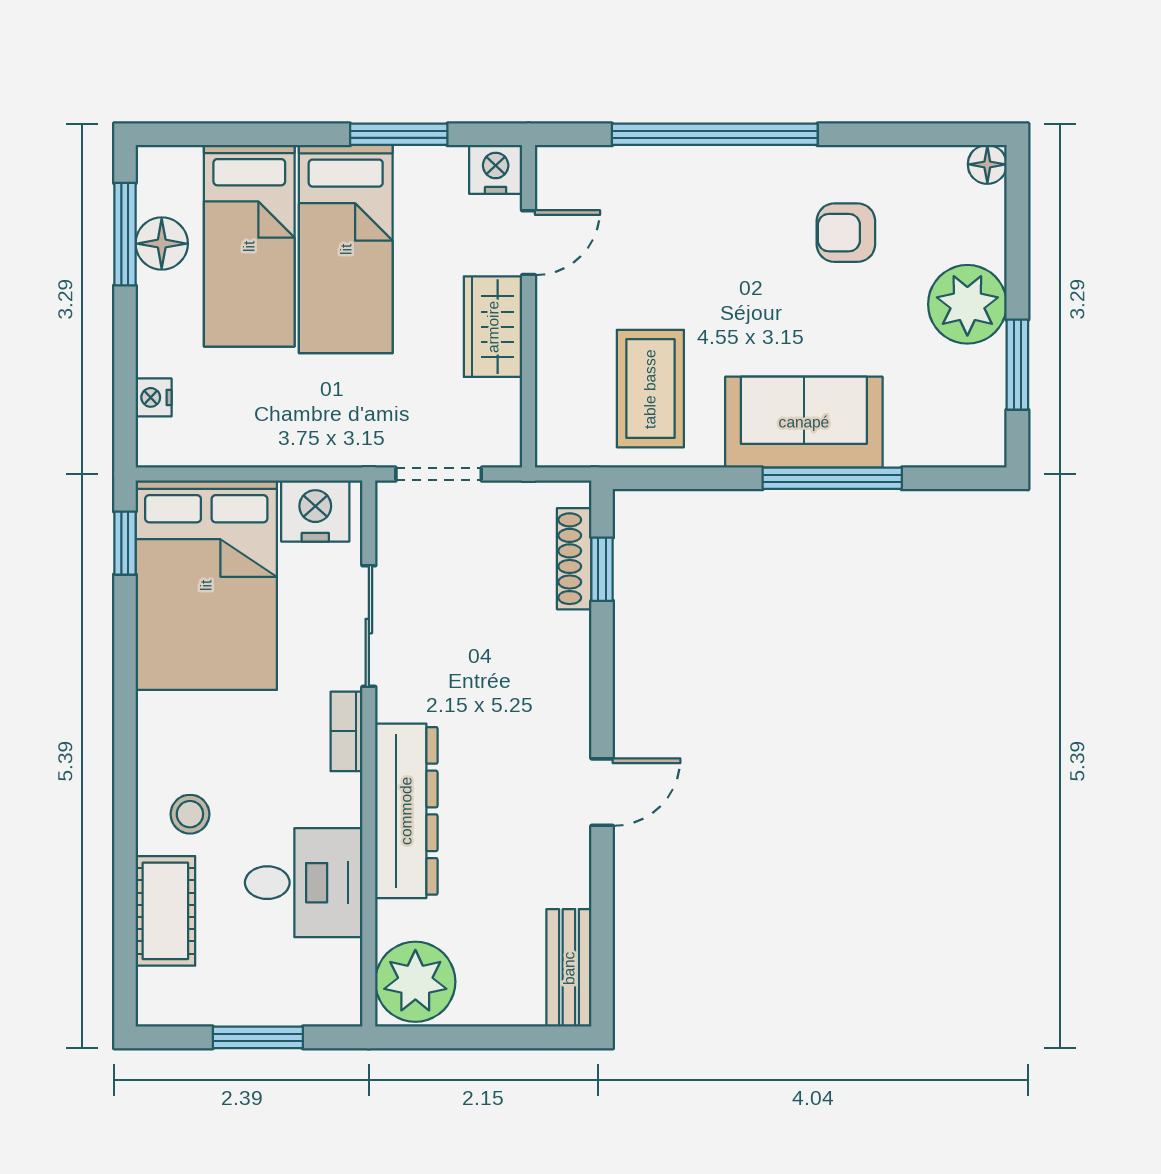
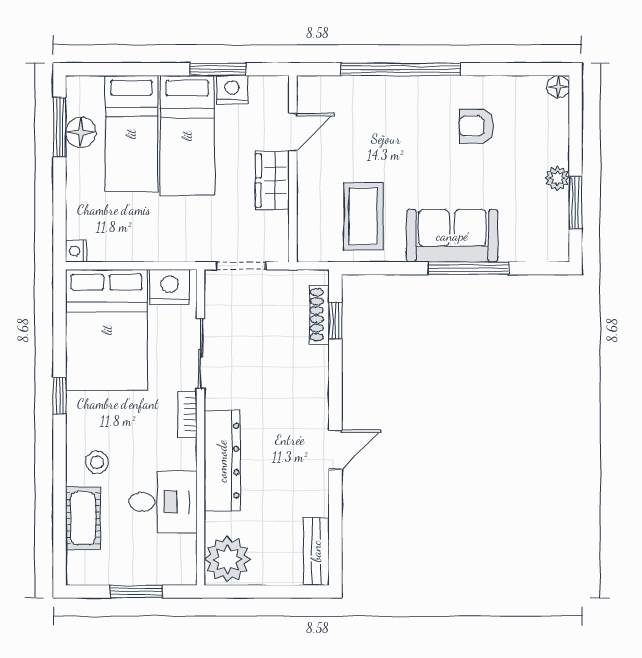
nightstand: (496, 169) -> (232, 90), moved
plant: (967, 304) -> (557, 178), width x0.53, depth x0.53
nightstand: (154, 397) -> (76, 251), moved
window: (125, 543) -> (60, 396), moved

